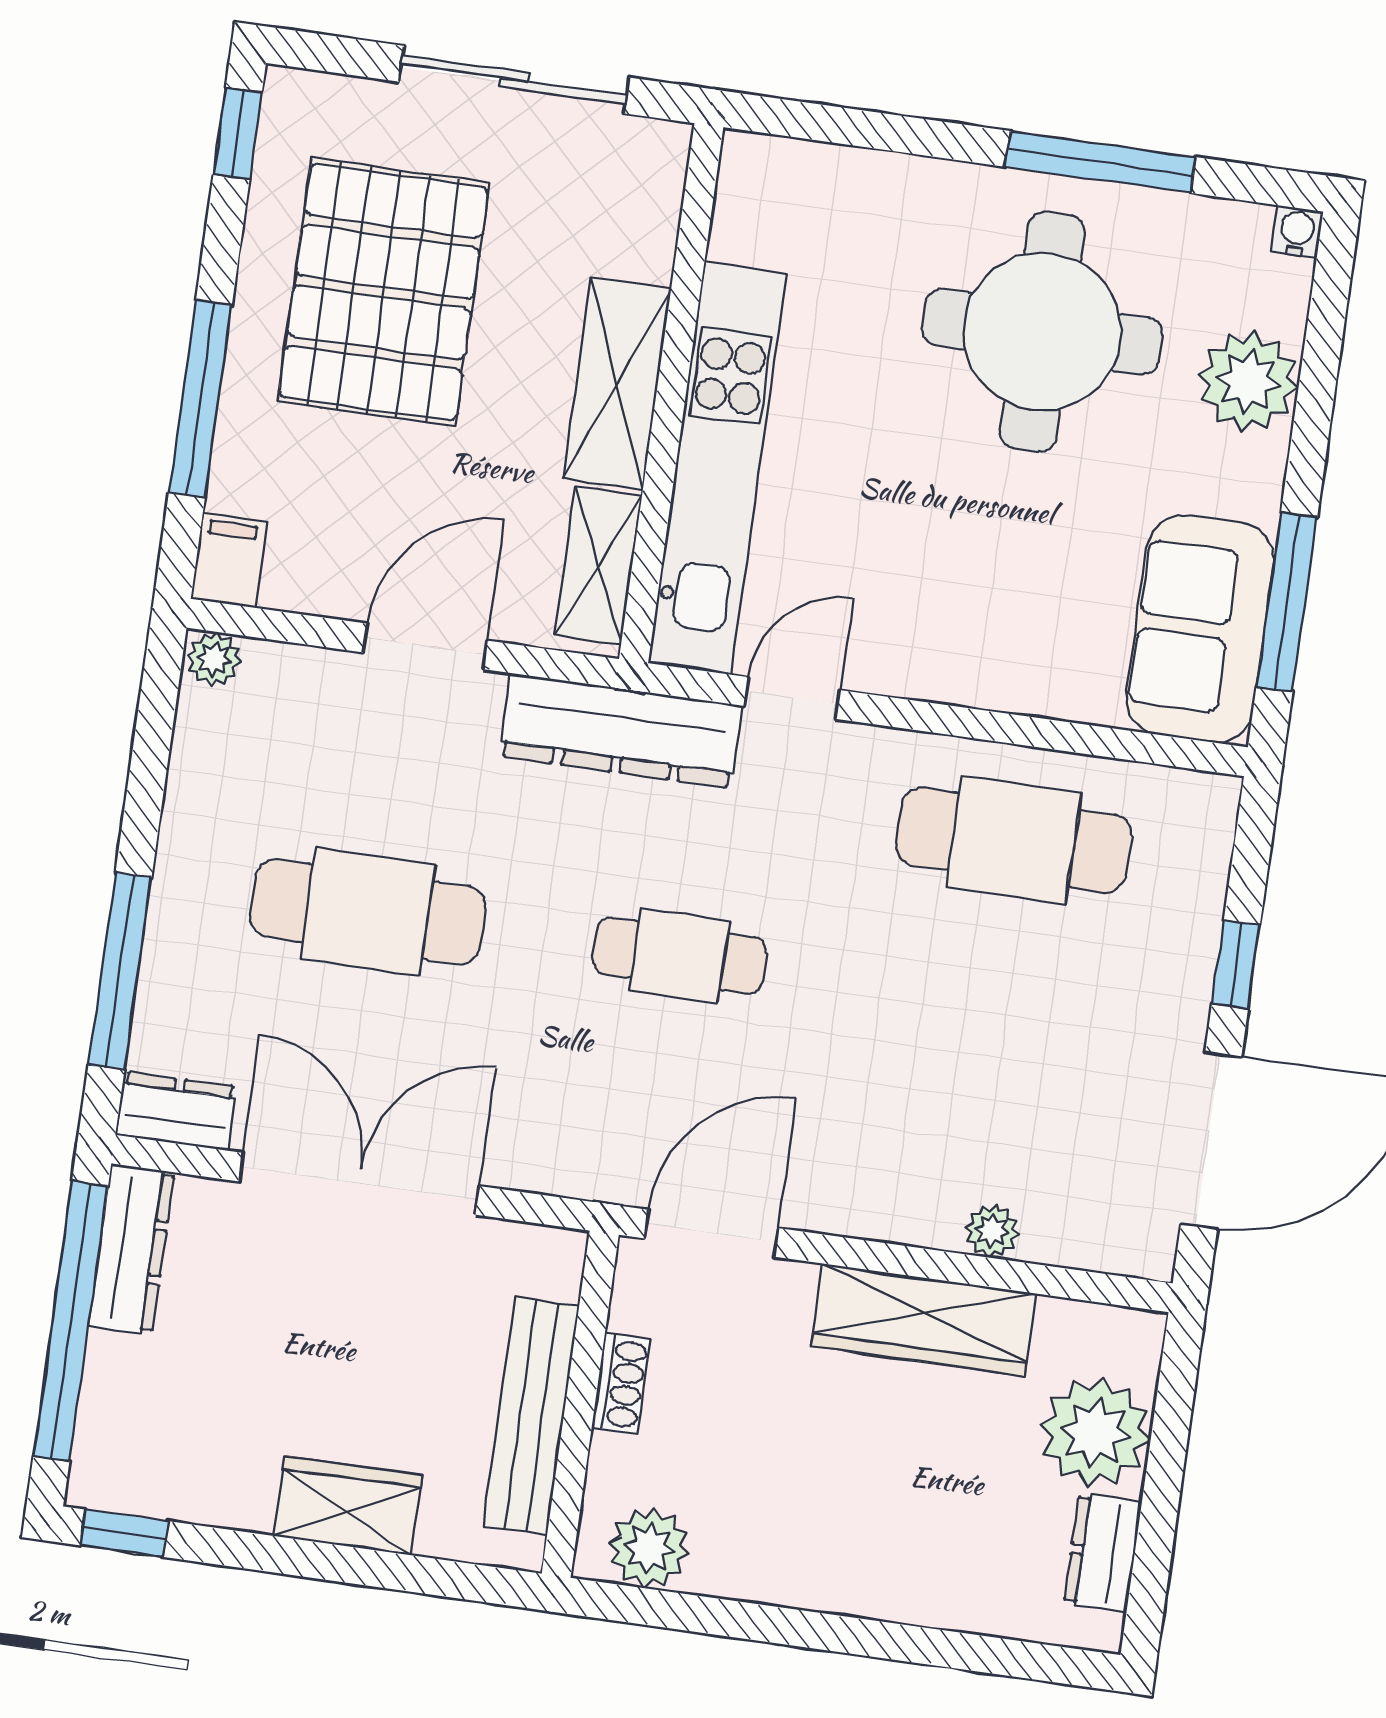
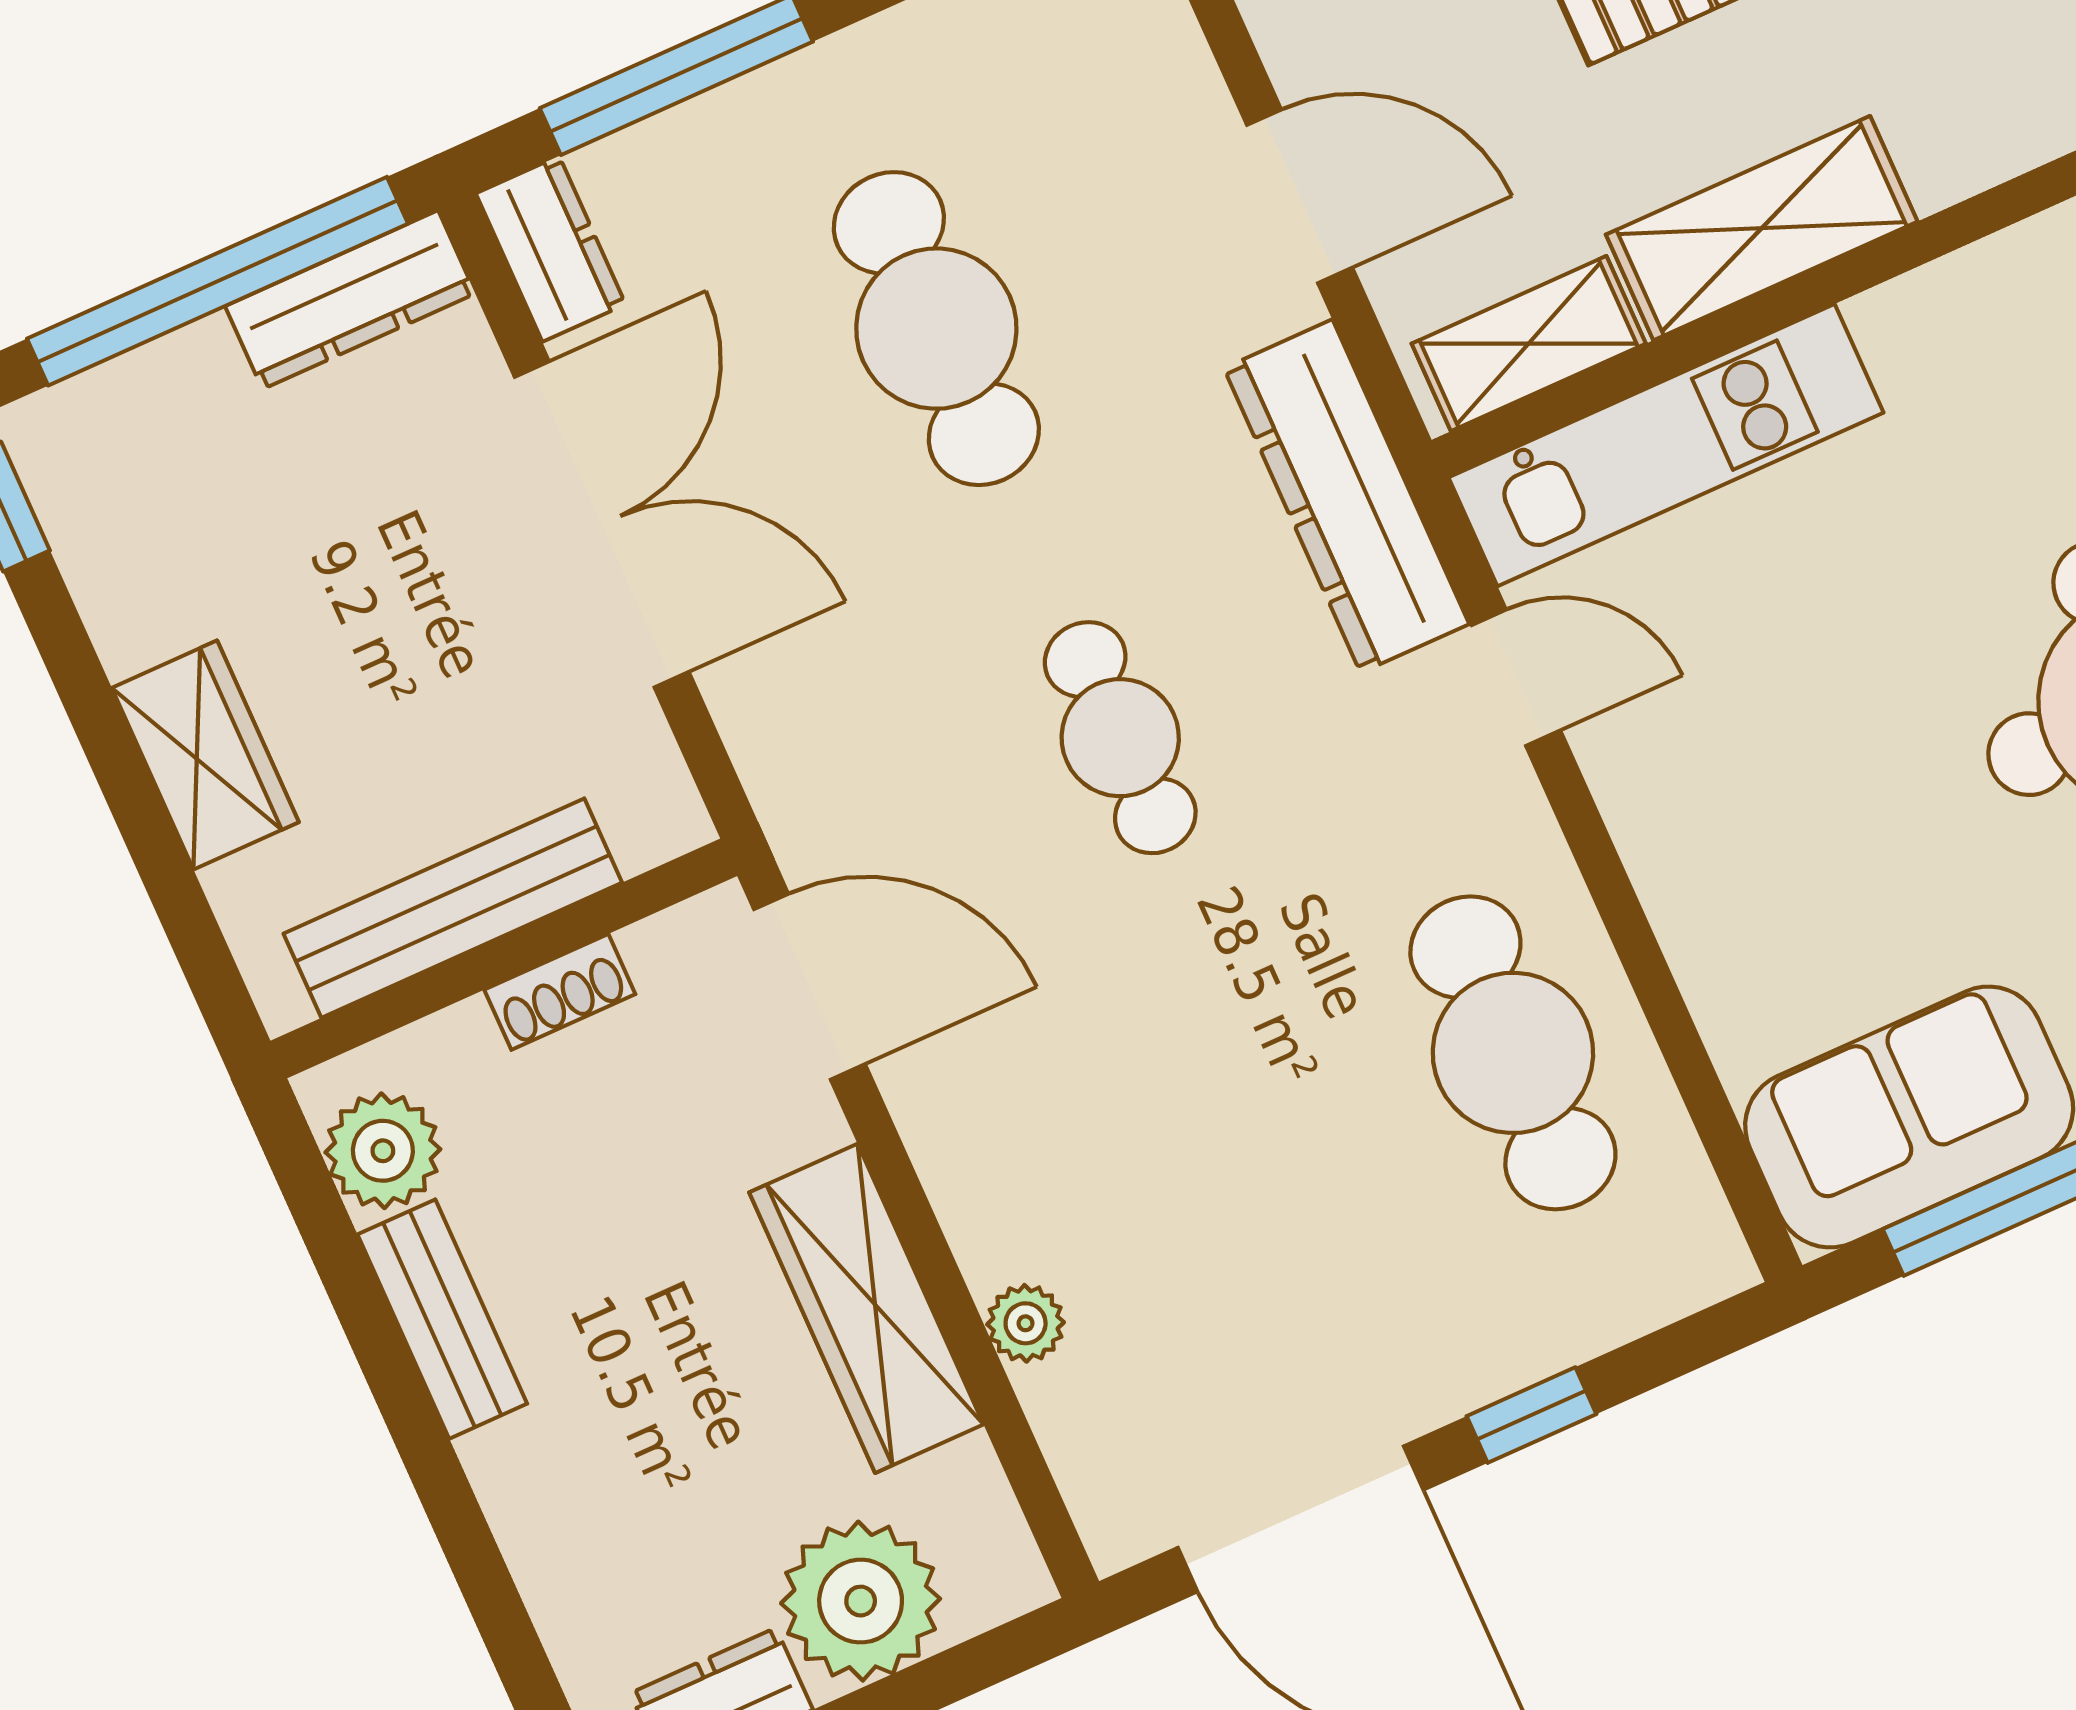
kitchen unit: (718, 468) -> (1666, 445), width x0.73
bench: (771, 1576) -> (442, 1319), added

